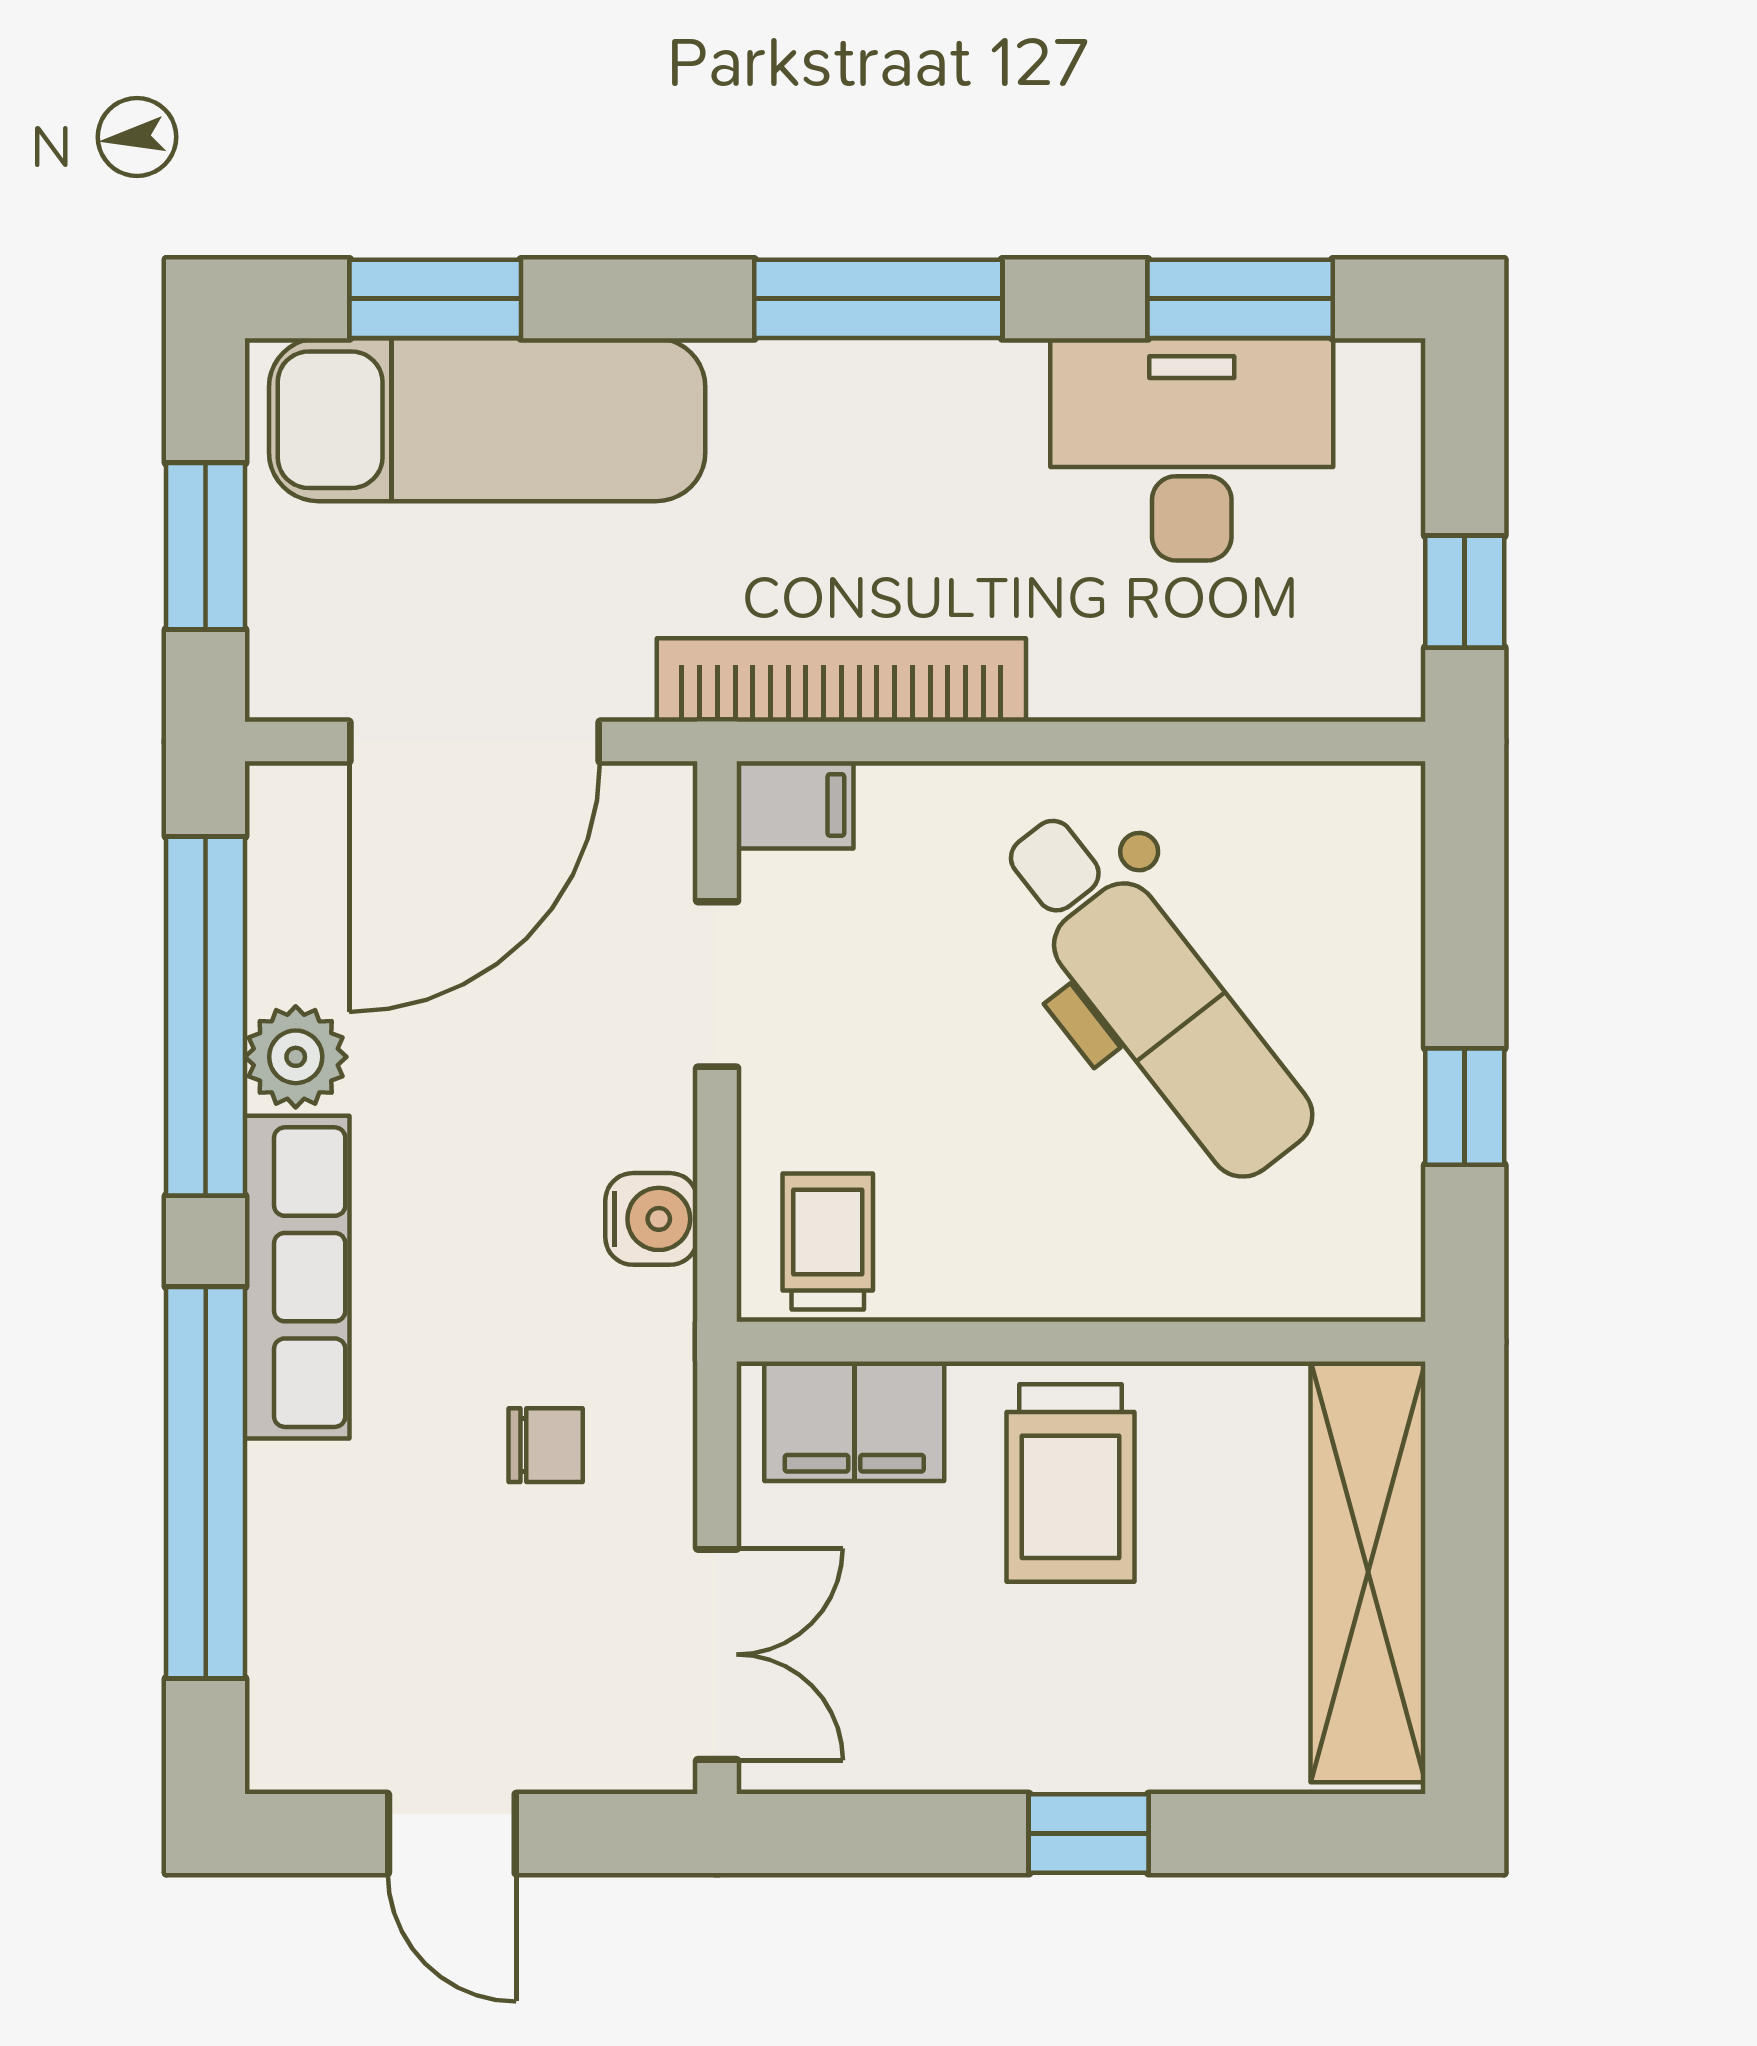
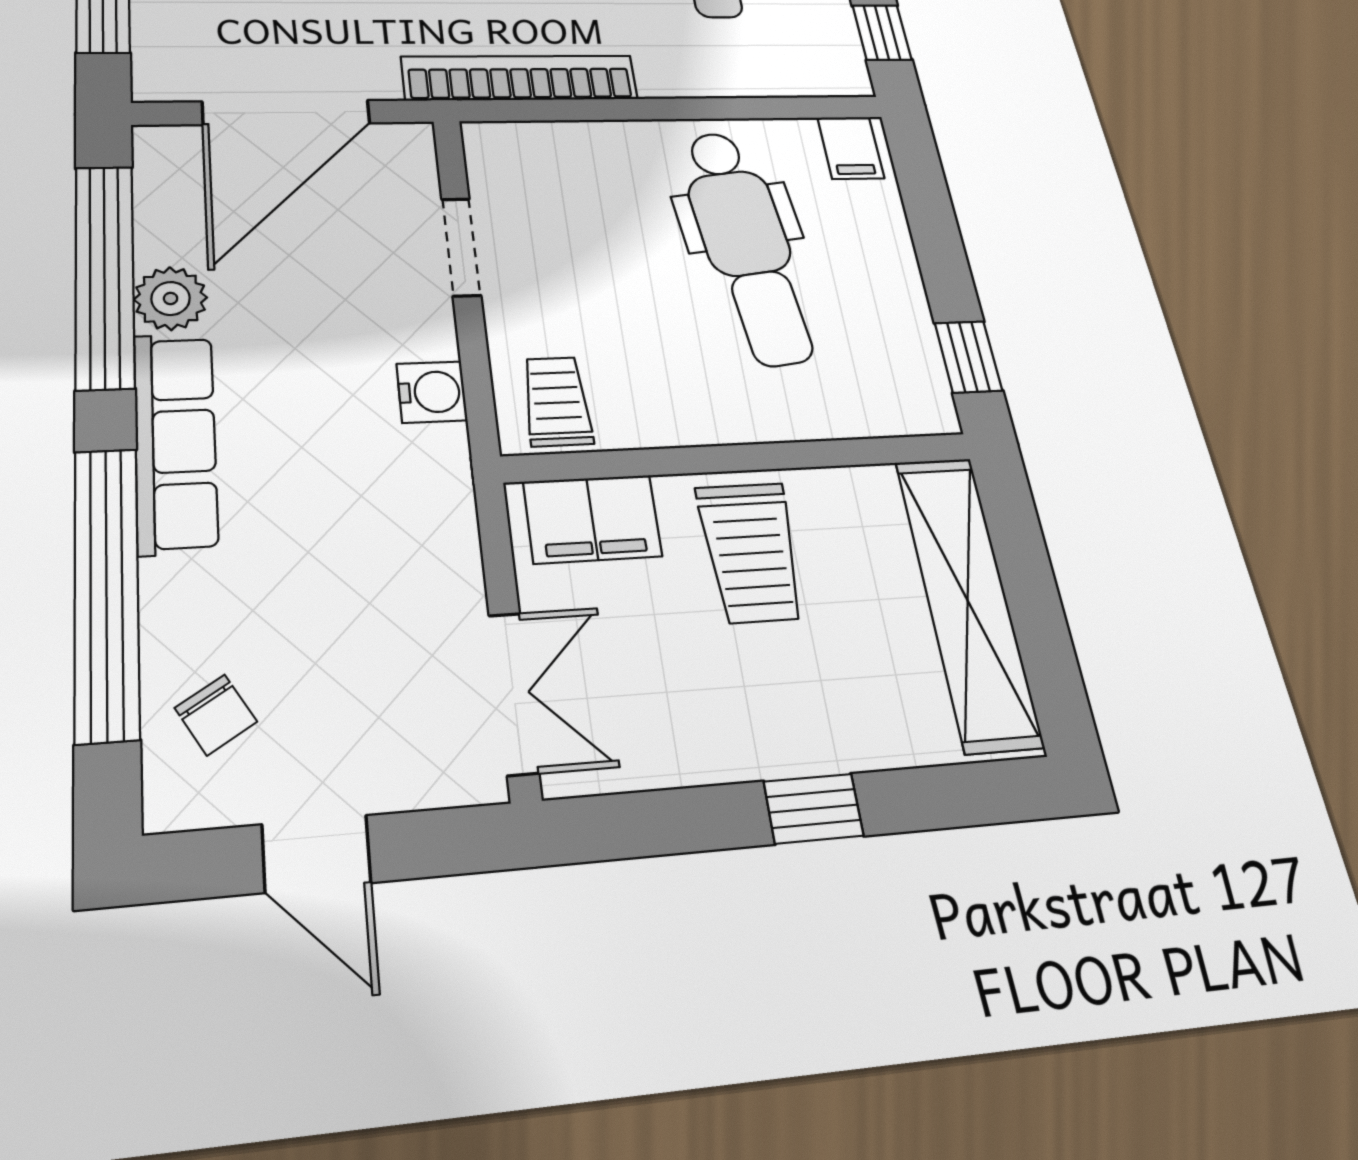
filing cabinet: (795, 805) -> (851, 148), moved, turned 90
dental chair: (1155, 995) -> (747, 246), turned 31
window: (1465, 1107) -> (968, 357), moved
chair: (546, 1445) -> (216, 715), moved, turned 59

